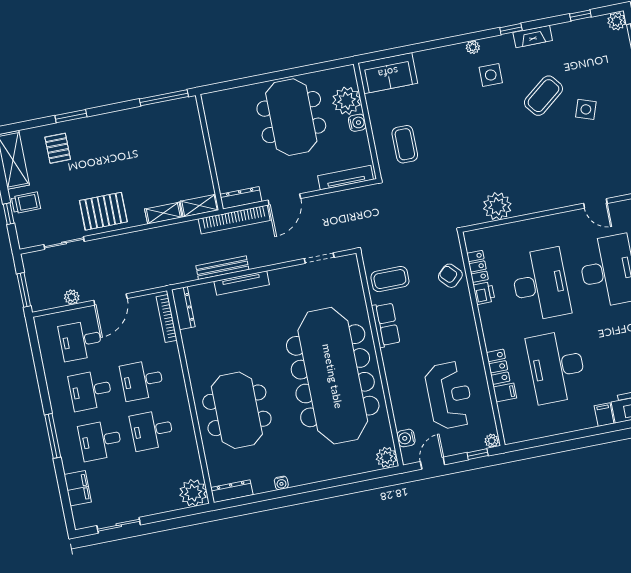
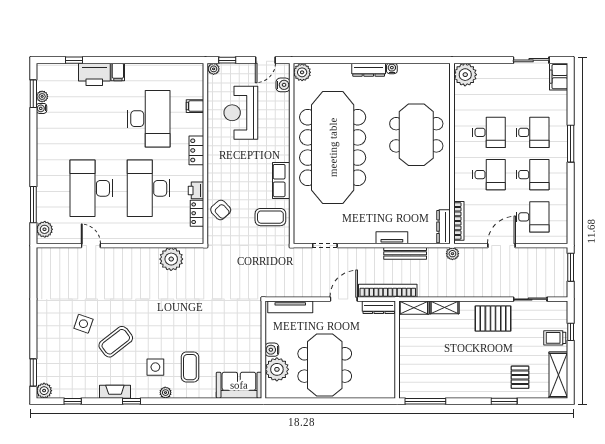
coffee table: (405, 144) -> (190, 367), moved
tv unit: (242, 283) -> (392, 238), width x0.71
plant: (72, 297) -> (452, 254), moved
locker: (498, 367) -> (196, 150), moved
filing cabinet: (78, 488) -> (559, 77), moved
dresser: (232, 491) -> (369, 70), moved

